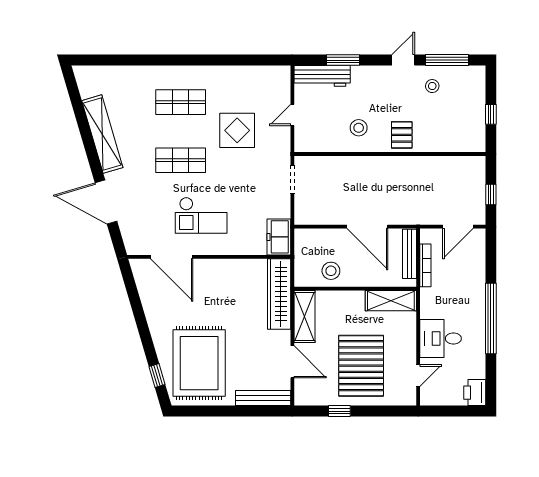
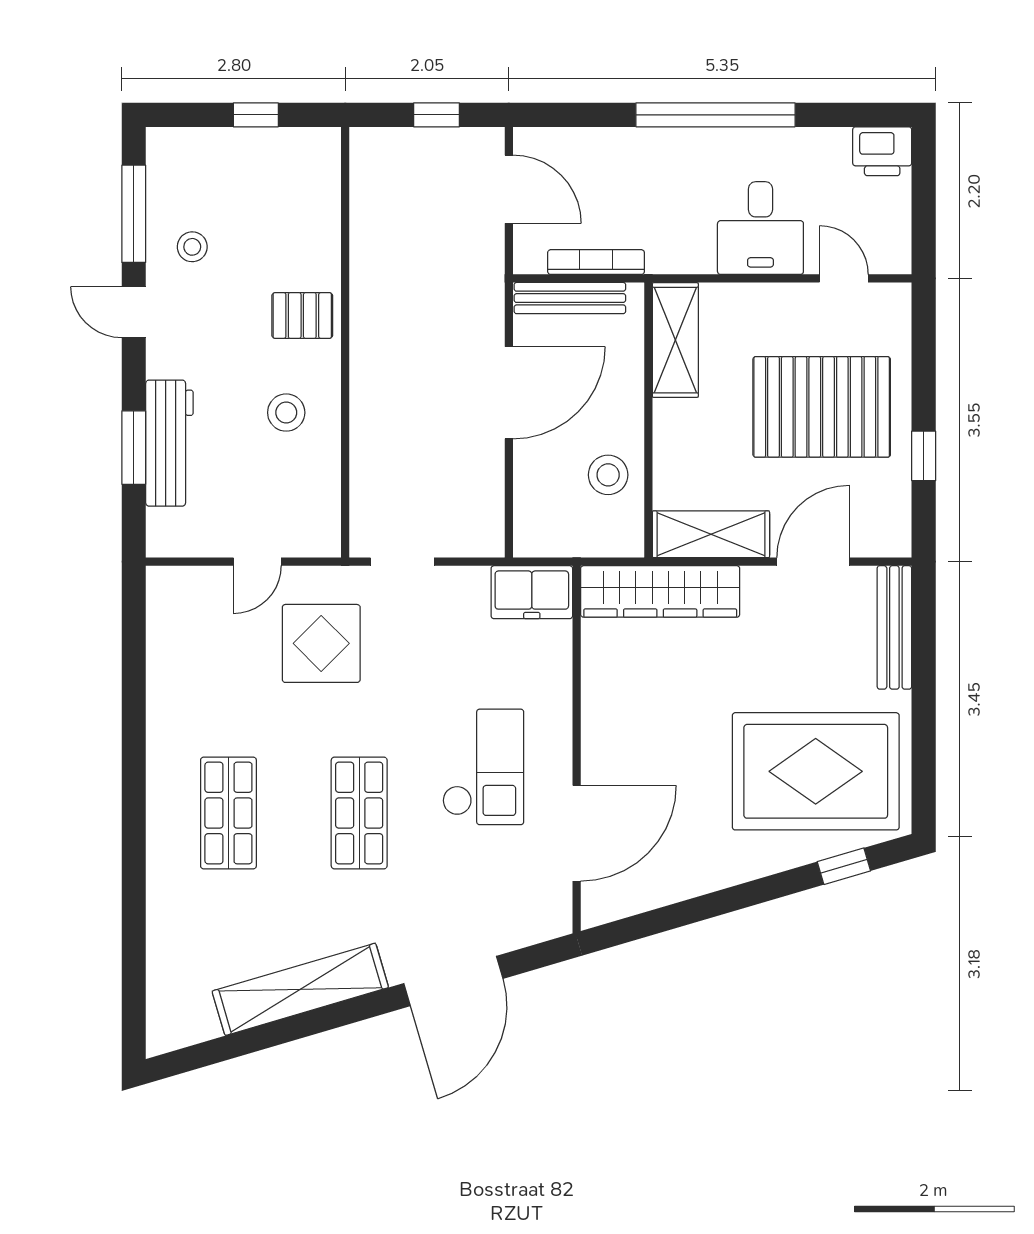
workbench: (322, 76) -> (169, 443), moved
door: (292, 115) -> (257, 562), hinge flipped
display table: (237, 130) -> (321, 643), moved

